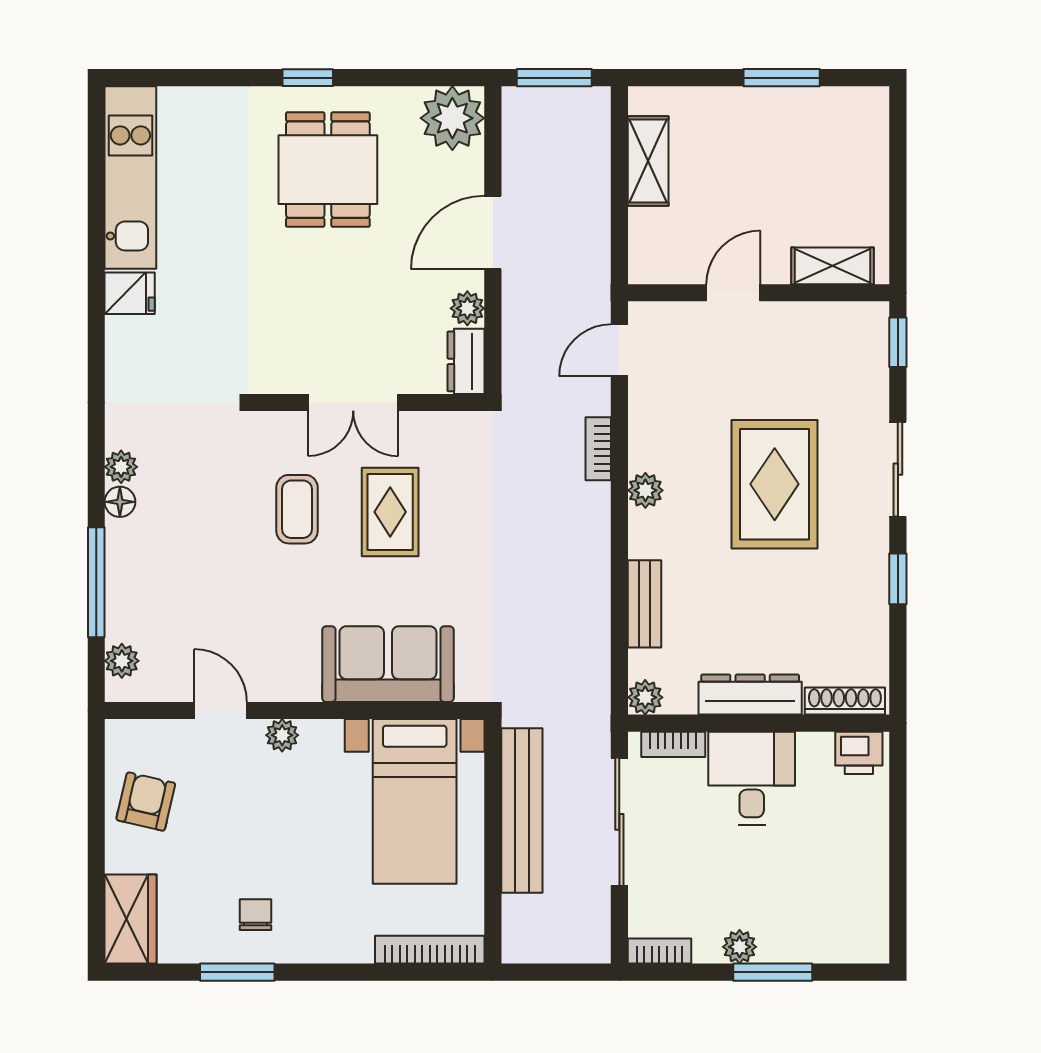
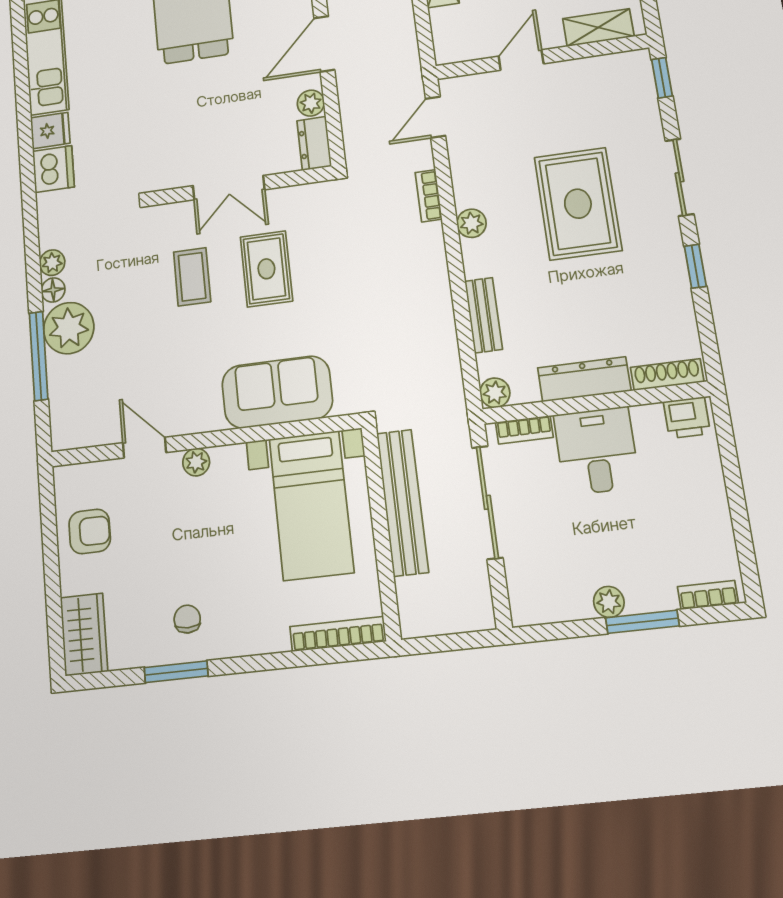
dishwasher: (130, 345) -> (53, 169), added
plant: (122, 661) -> (69, 328), moved, width x1.88, depth x1.88
armchair: (146, 802) -> (90, 531), turned 77
bookcase: (659, 951) -> (708, 595), moved

